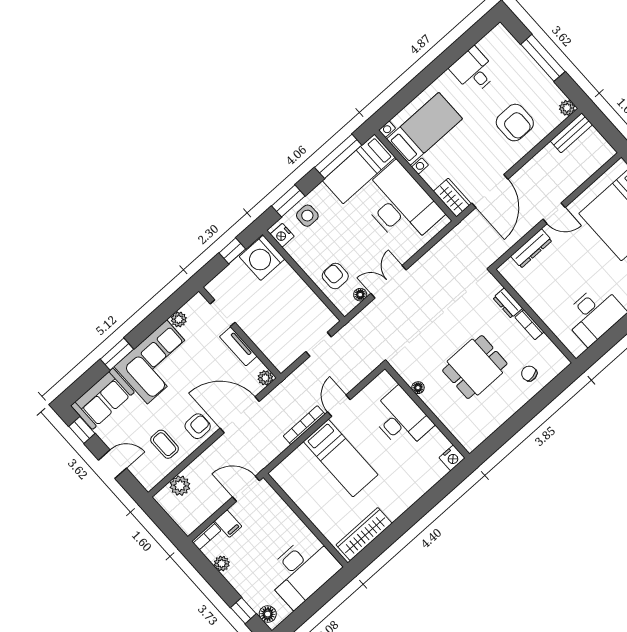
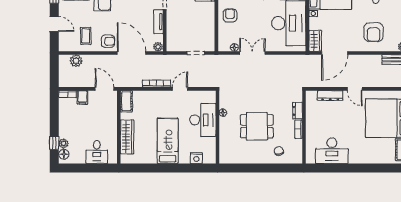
armchair: (335, 276) -> (230, 15), moved
bed: (341, 458) -> (168, 141), moved, turned 180
nightstand: (452, 458) -> (196, 158), moved
cot: (287, 480) -> (126, 101), added
wardrobe: (364, 534) -> (127, 137), moved, turned 90
plant: (222, 564) -> (63, 143), moved
desk: (302, 571) -> (97, 152), width x0.53, depth x0.77

